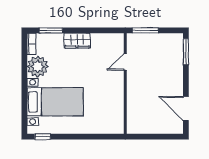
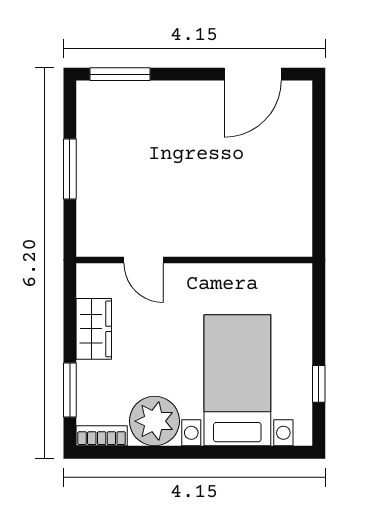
door: (125, 62) -> (144, 260), moved
wall: (125, 84) -> (194, 260), moved
window: (43, 137) -> (319, 384), moved

